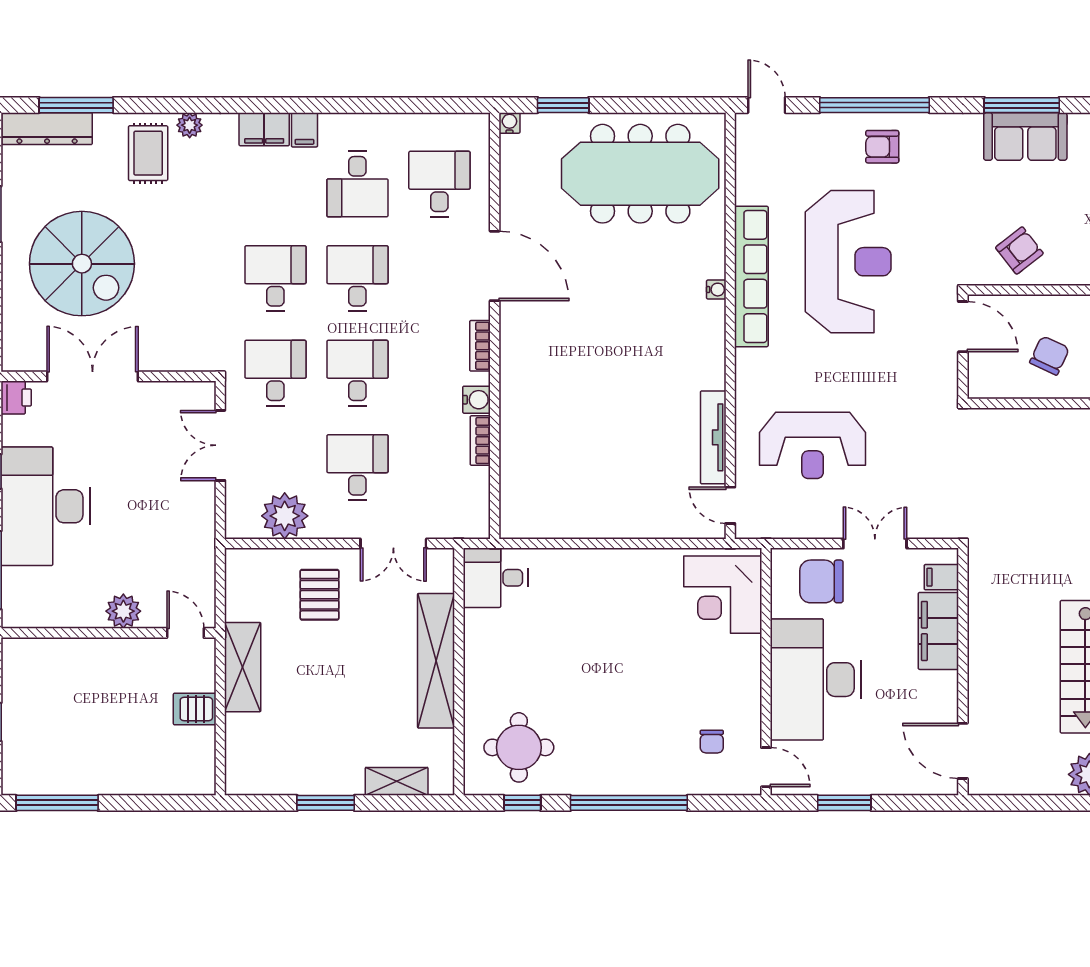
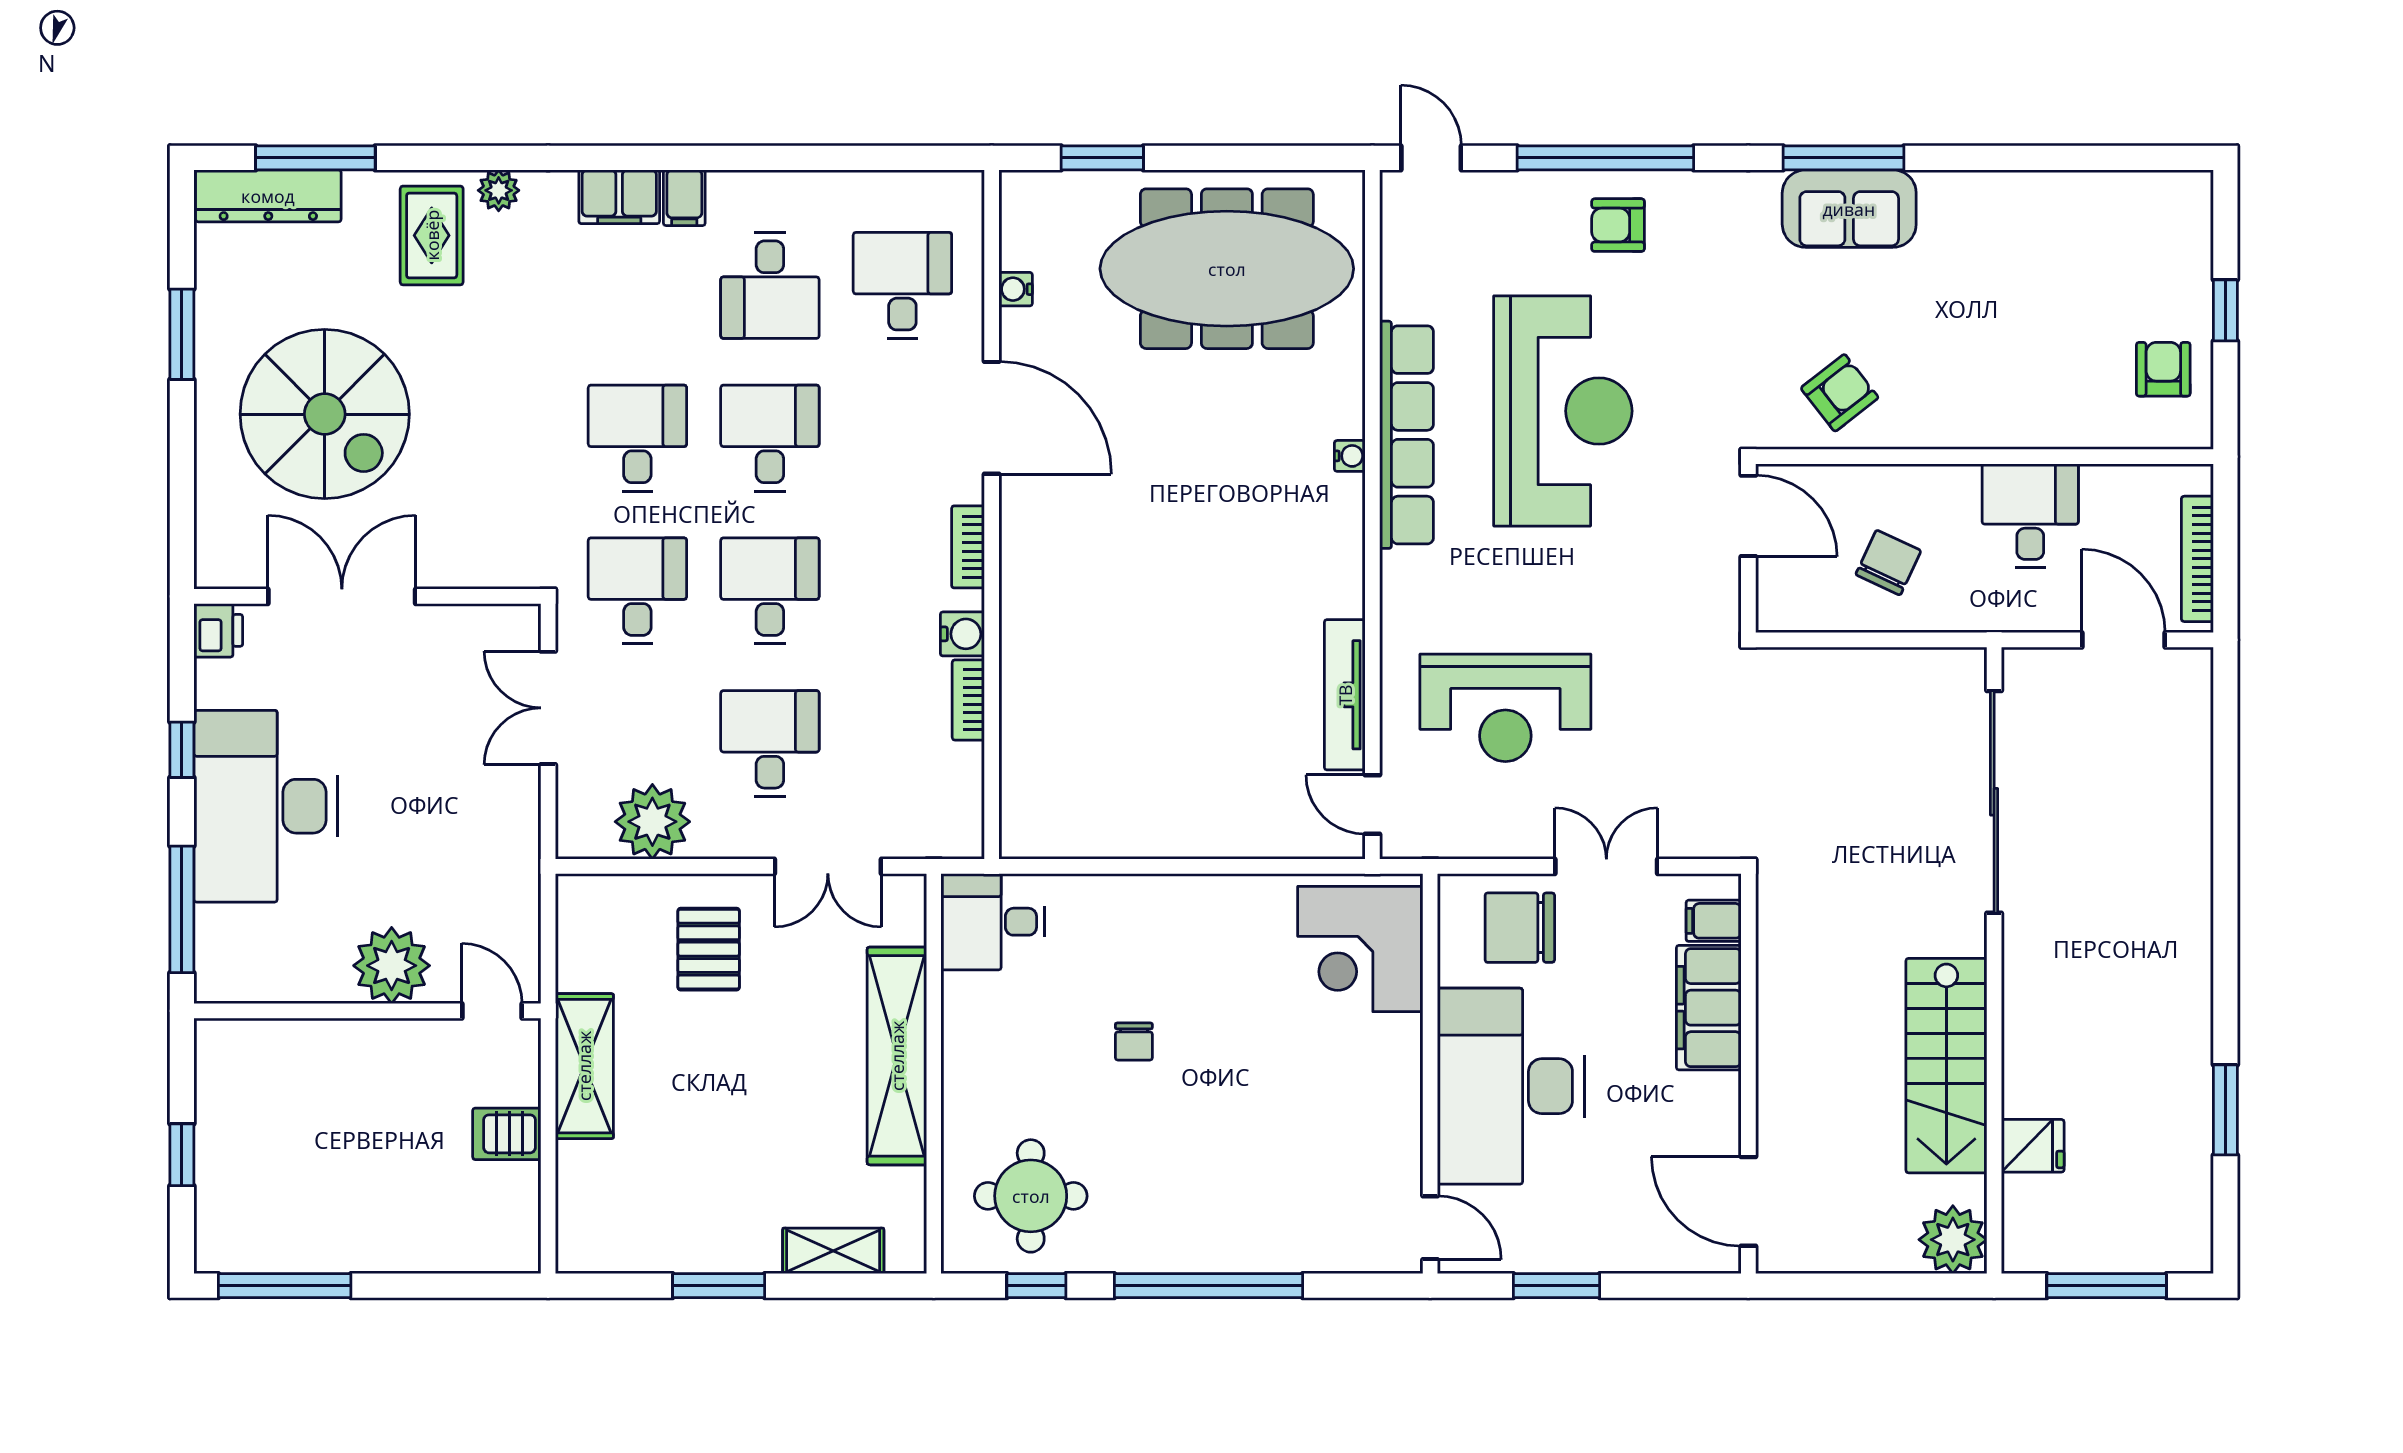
water cooler: (509, 123) -> (1016, 289), moved, turned -90
plant: (123, 611) -> (392, 966), width x1.36, depth x1.36
chair: (712, 742) -> (1134, 1042), moved

